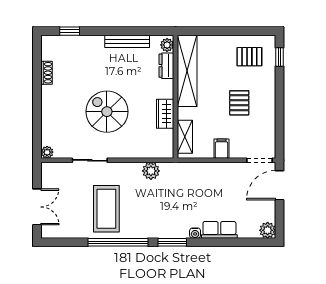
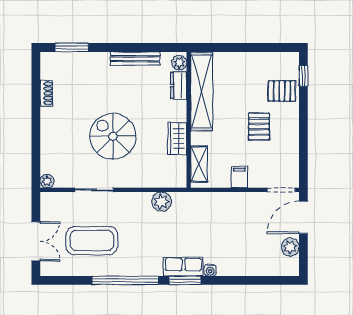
window: (70, 31) -> (72, 47), width x1.50
pallet: (249, 57) -> (282, 91), moved
coffee table: (106, 209) -> (92, 241), moved, turned 90
row of seats: (219, 230) -> (183, 267), moved
plant: (268, 230) -> (290, 247), moved

